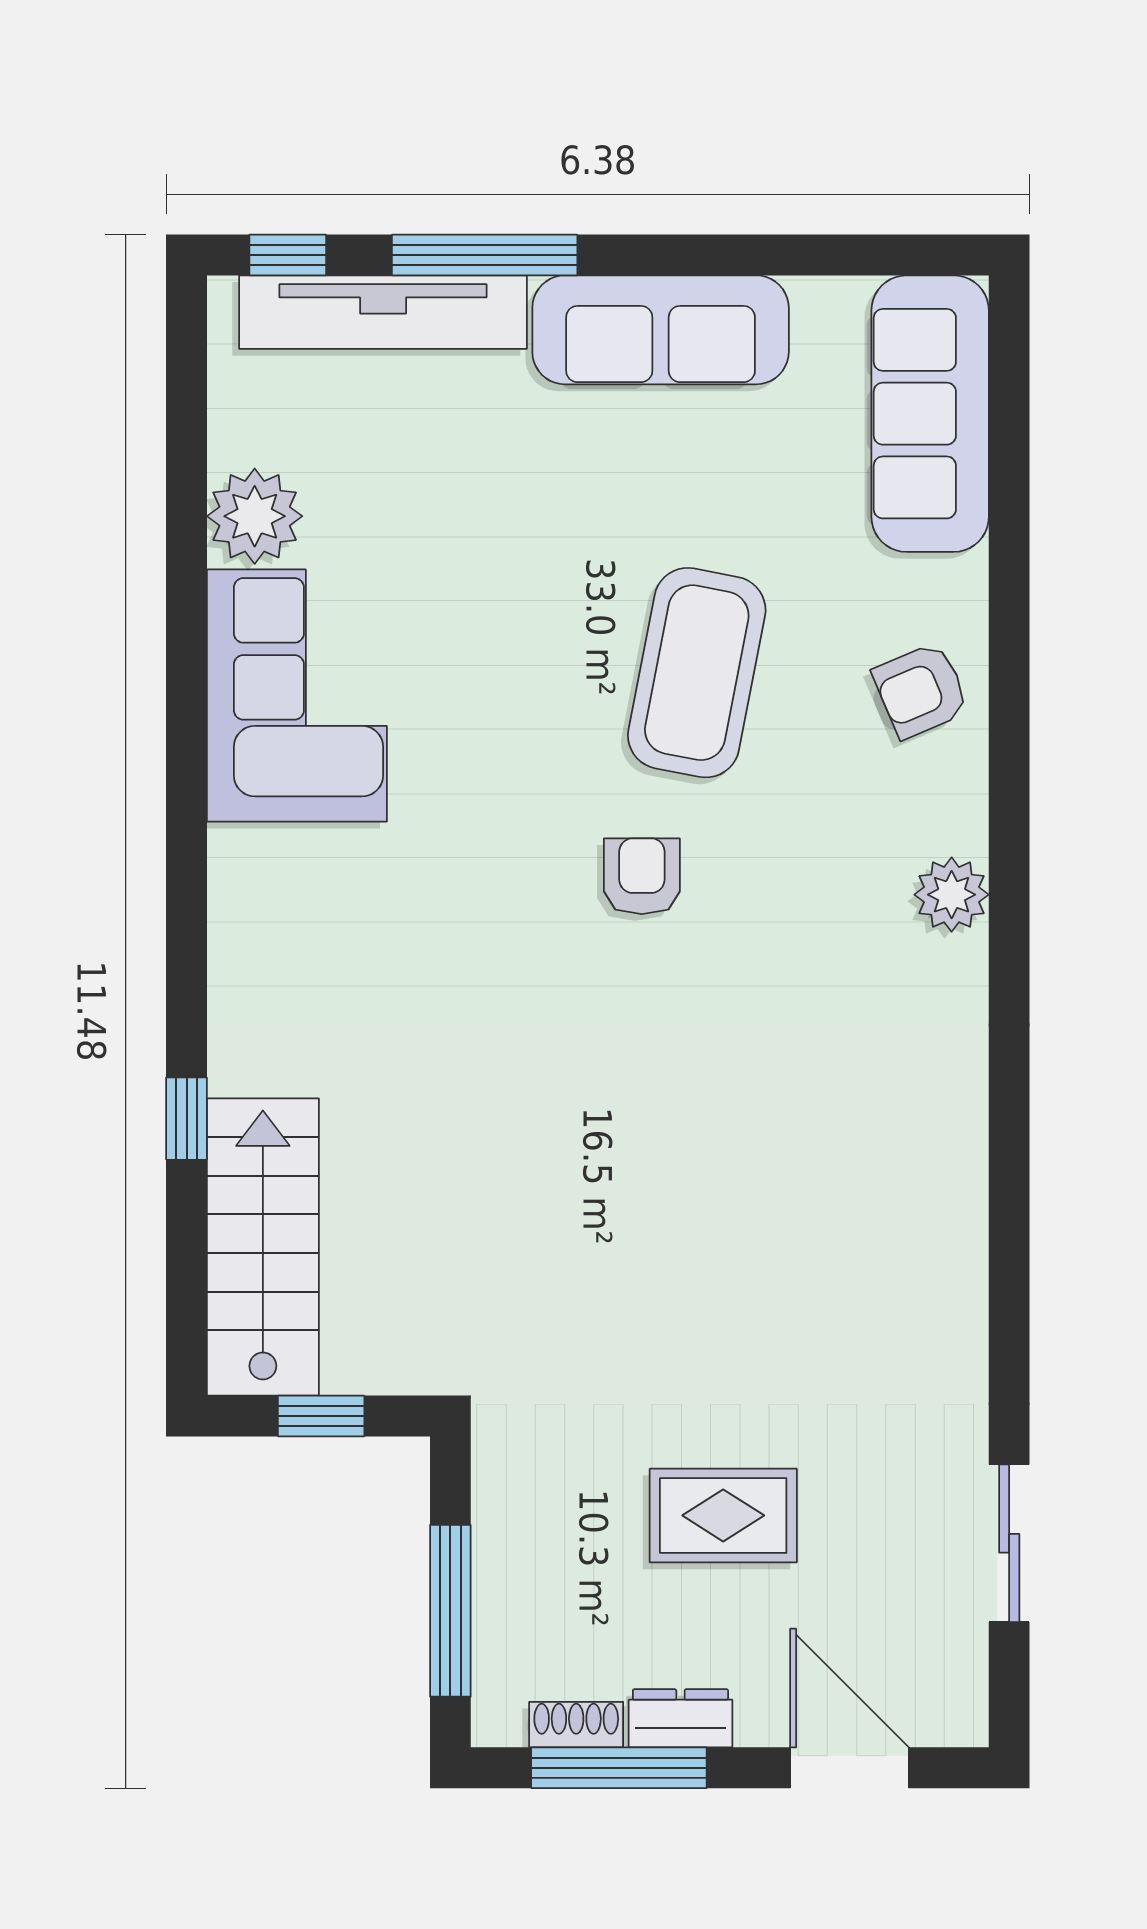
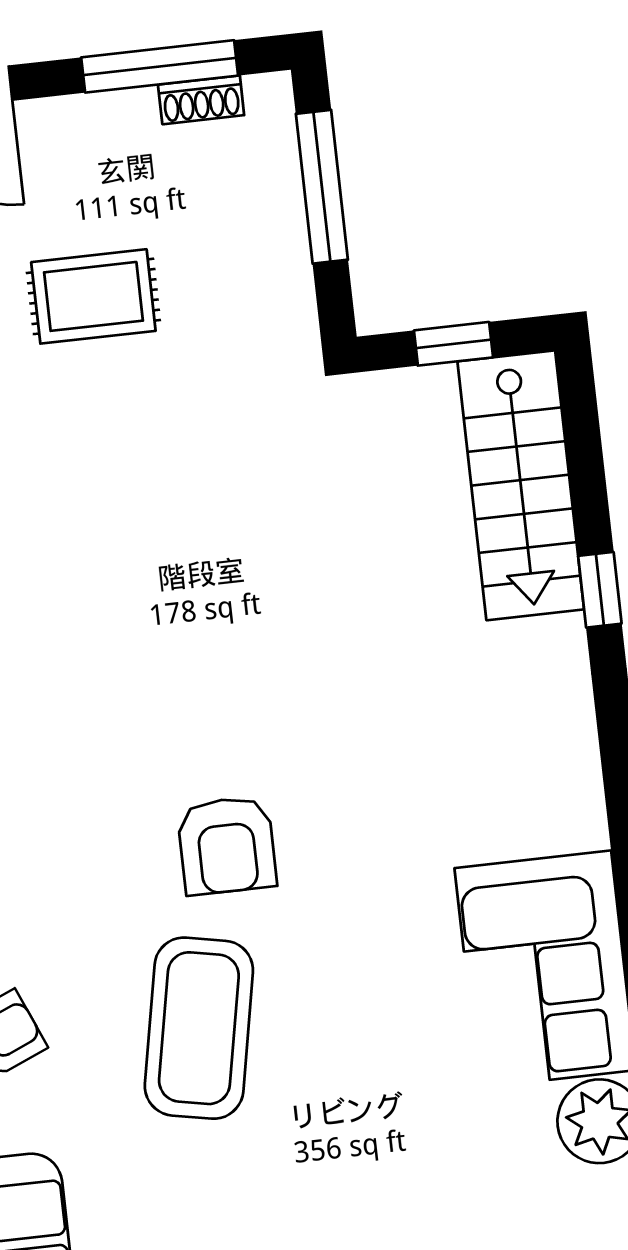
armchair: (642, 876) -> (227, 845), width x1.38, depth x1.38
dresser: (680, 1718) -> (111, 116), removed

